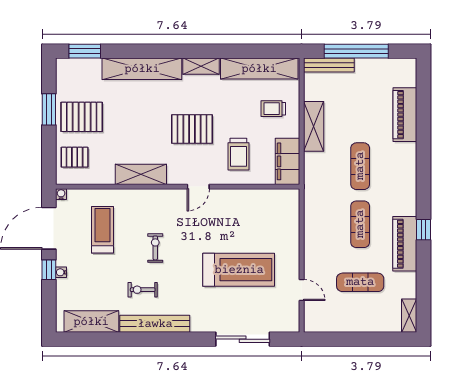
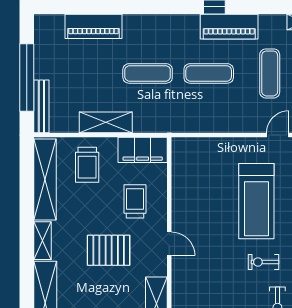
trolley: (273, 109) -> (87, 165), width x1.36, depth x1.39
pallet: (192, 129) -> (109, 250), turned 90
trolley: (238, 154) -> (135, 201), turned -90
exercise bike: (155, 248) -> (263, 262), moved
treadmill: (239, 270) -> (256, 201), turned 180

